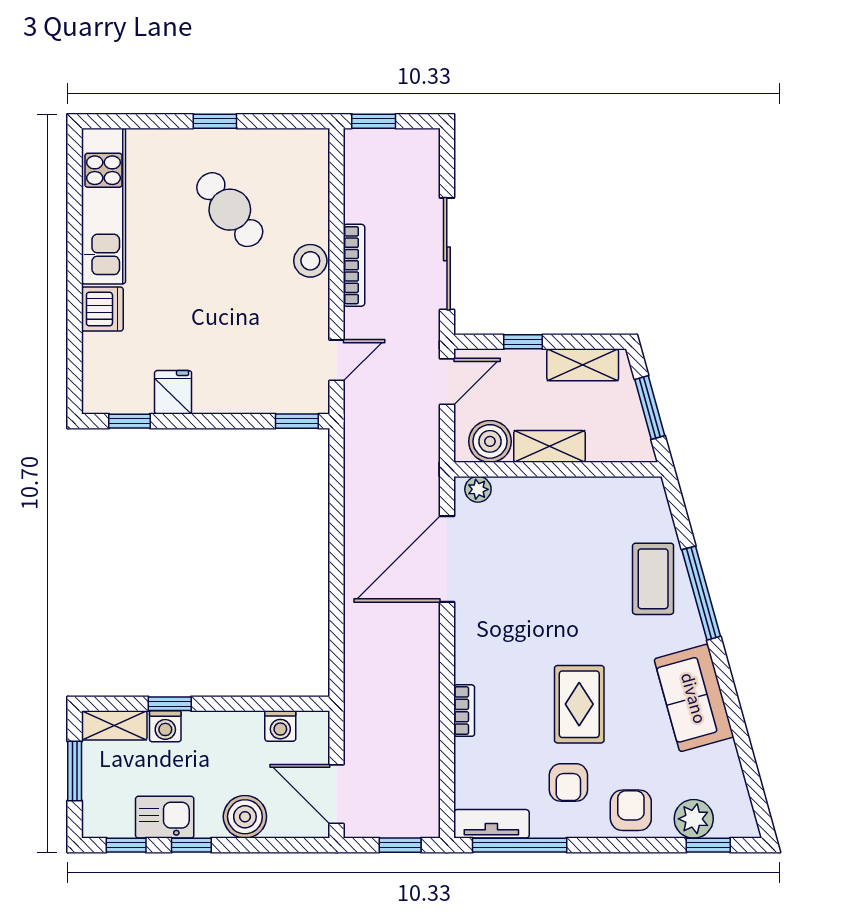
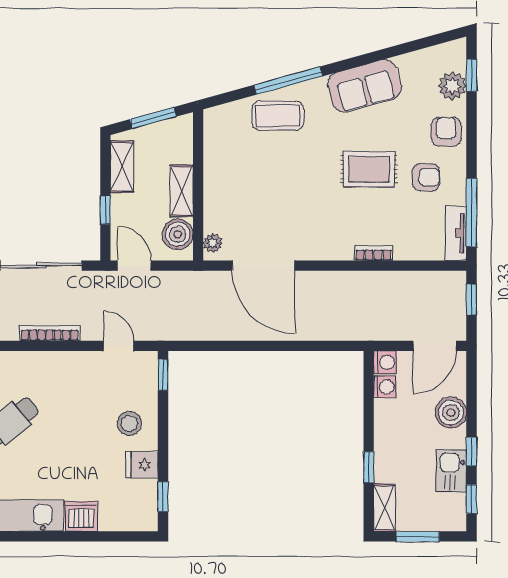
stool: (310, 261) -> (129, 423), moved
washing machine: (165, 726) -> (385, 362), moved
armchair: (631, 810) -> (446, 132), turned 90

